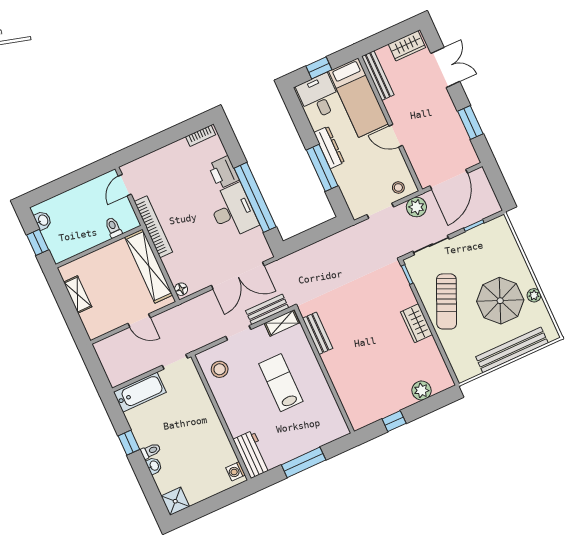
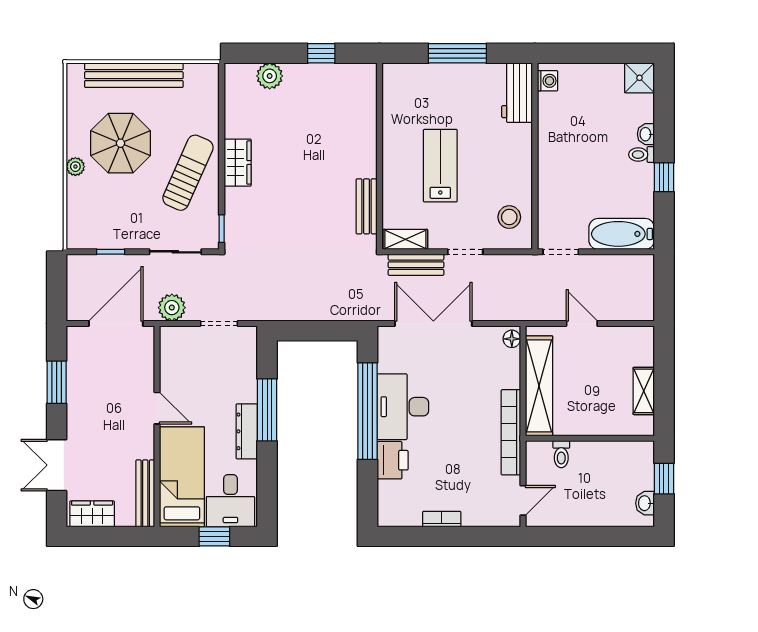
bookcase: (201, 136) -> (442, 519), moved
stool: (398, 188) -> (183, 342), removed
plant: (534, 295) -> (75, 167), moved
lab bench: (281, 383) -> (440, 166), turned 180

